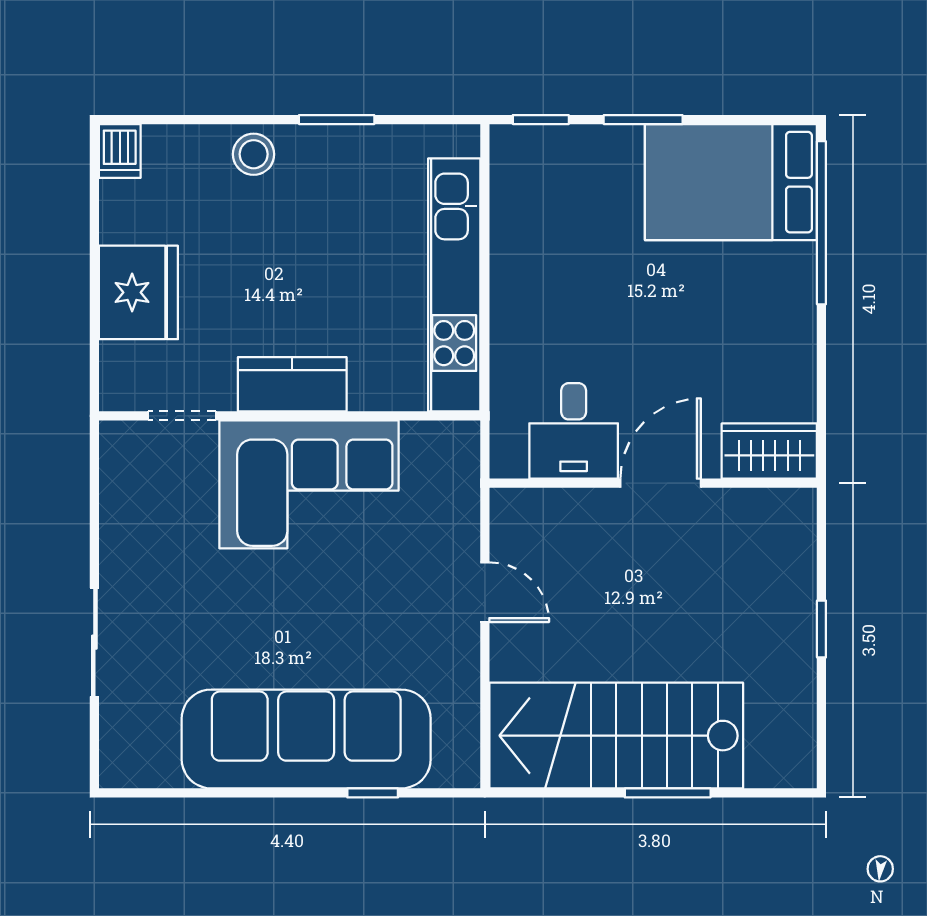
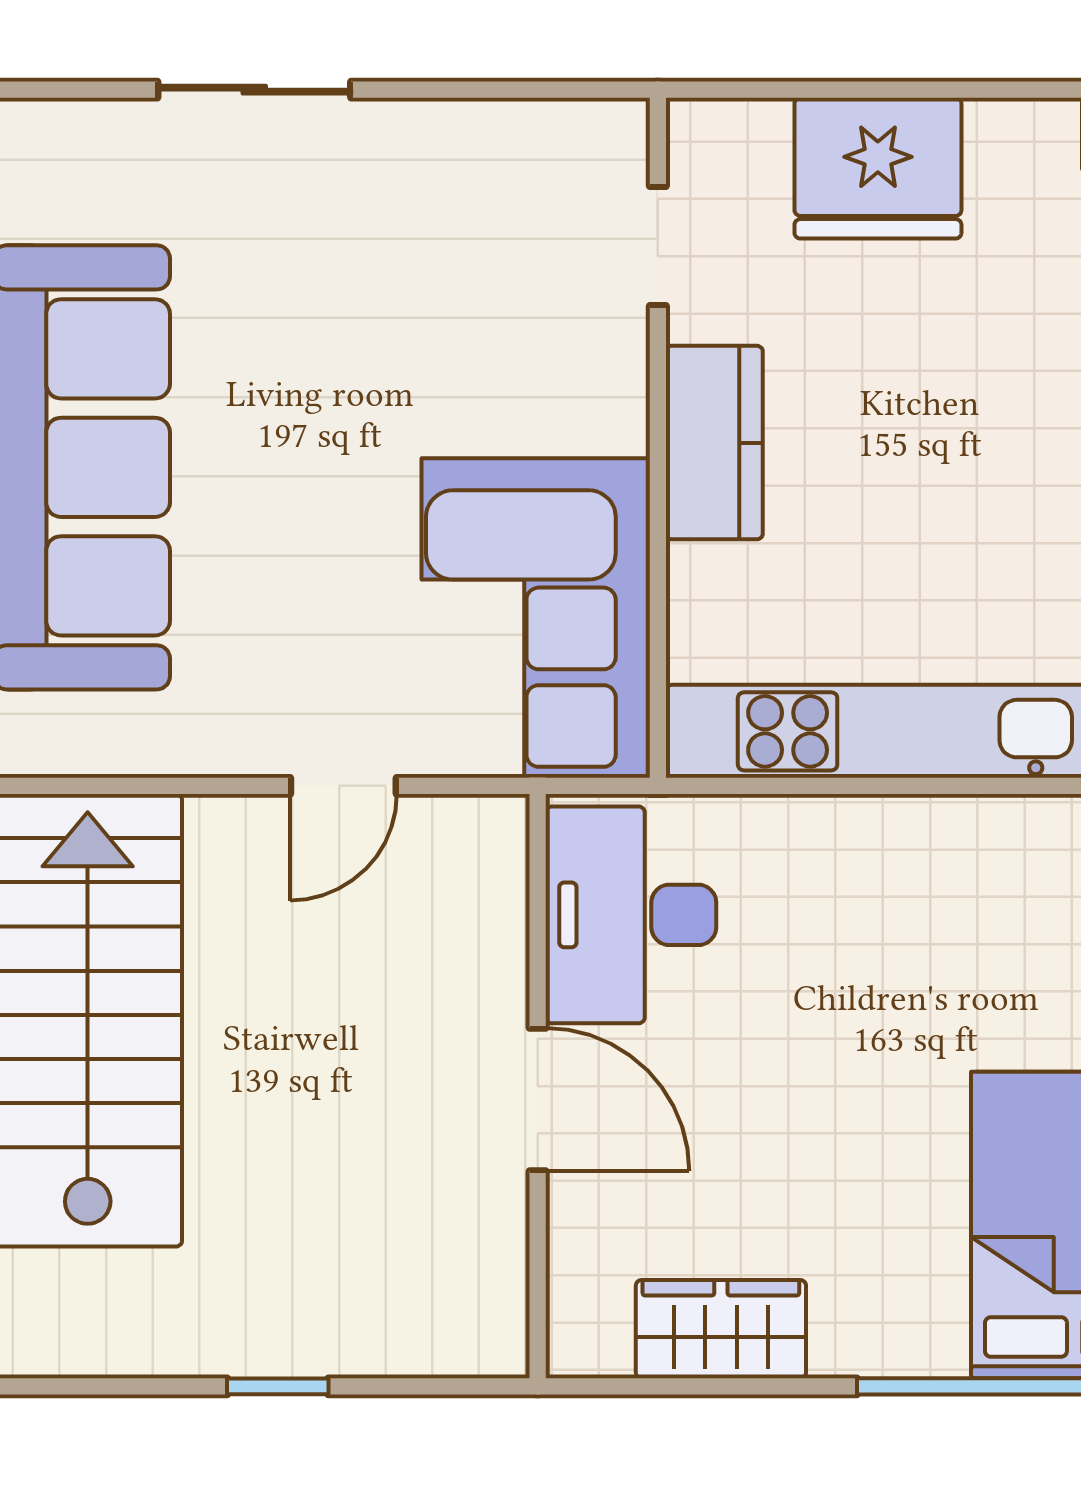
desk: (574, 431) -> (631, 915), width x1.37
wardrobe: (769, 451) -> (721, 1329), moved, turned -90
corner sofa: (309, 484) -> (536, 618), moved

